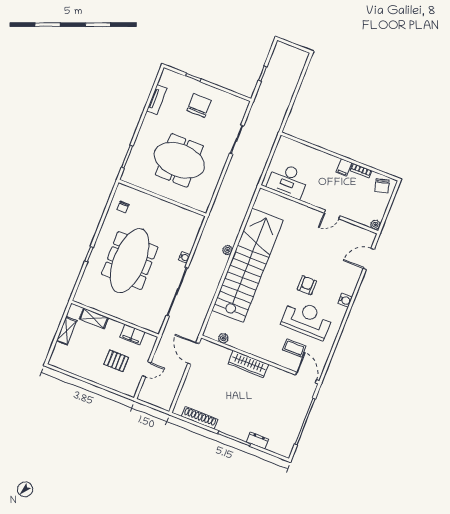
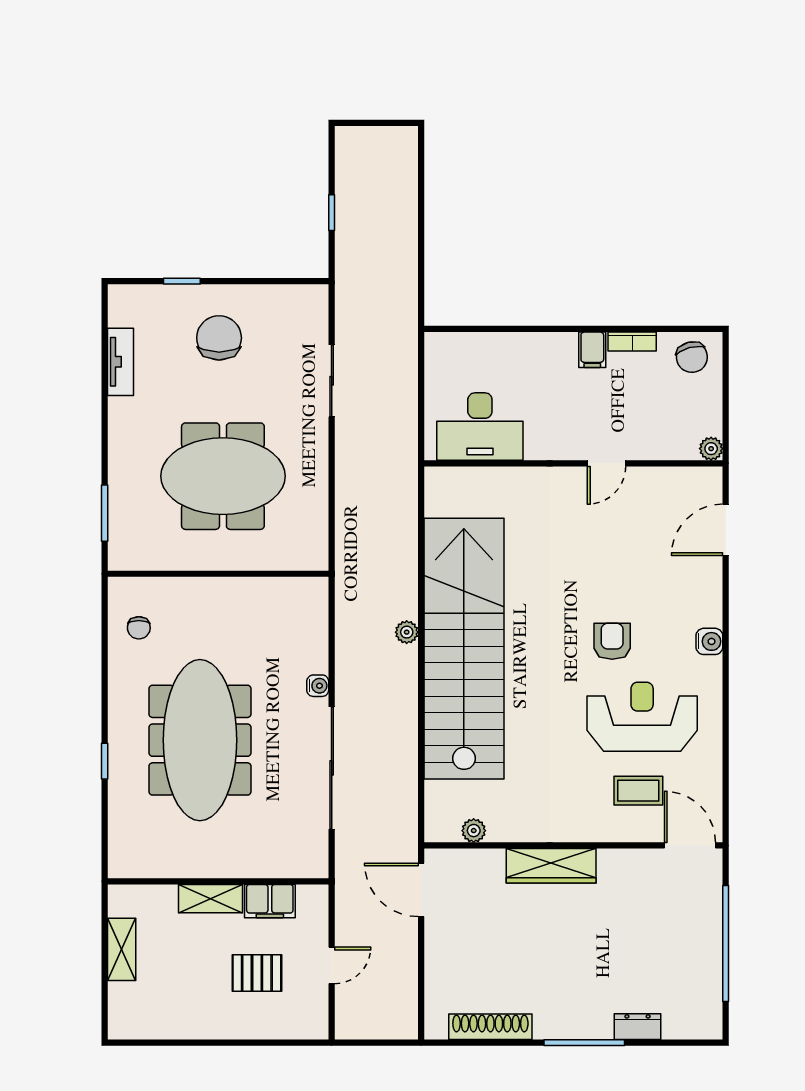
shelving: (94, 318) -> (210, 899), moved

